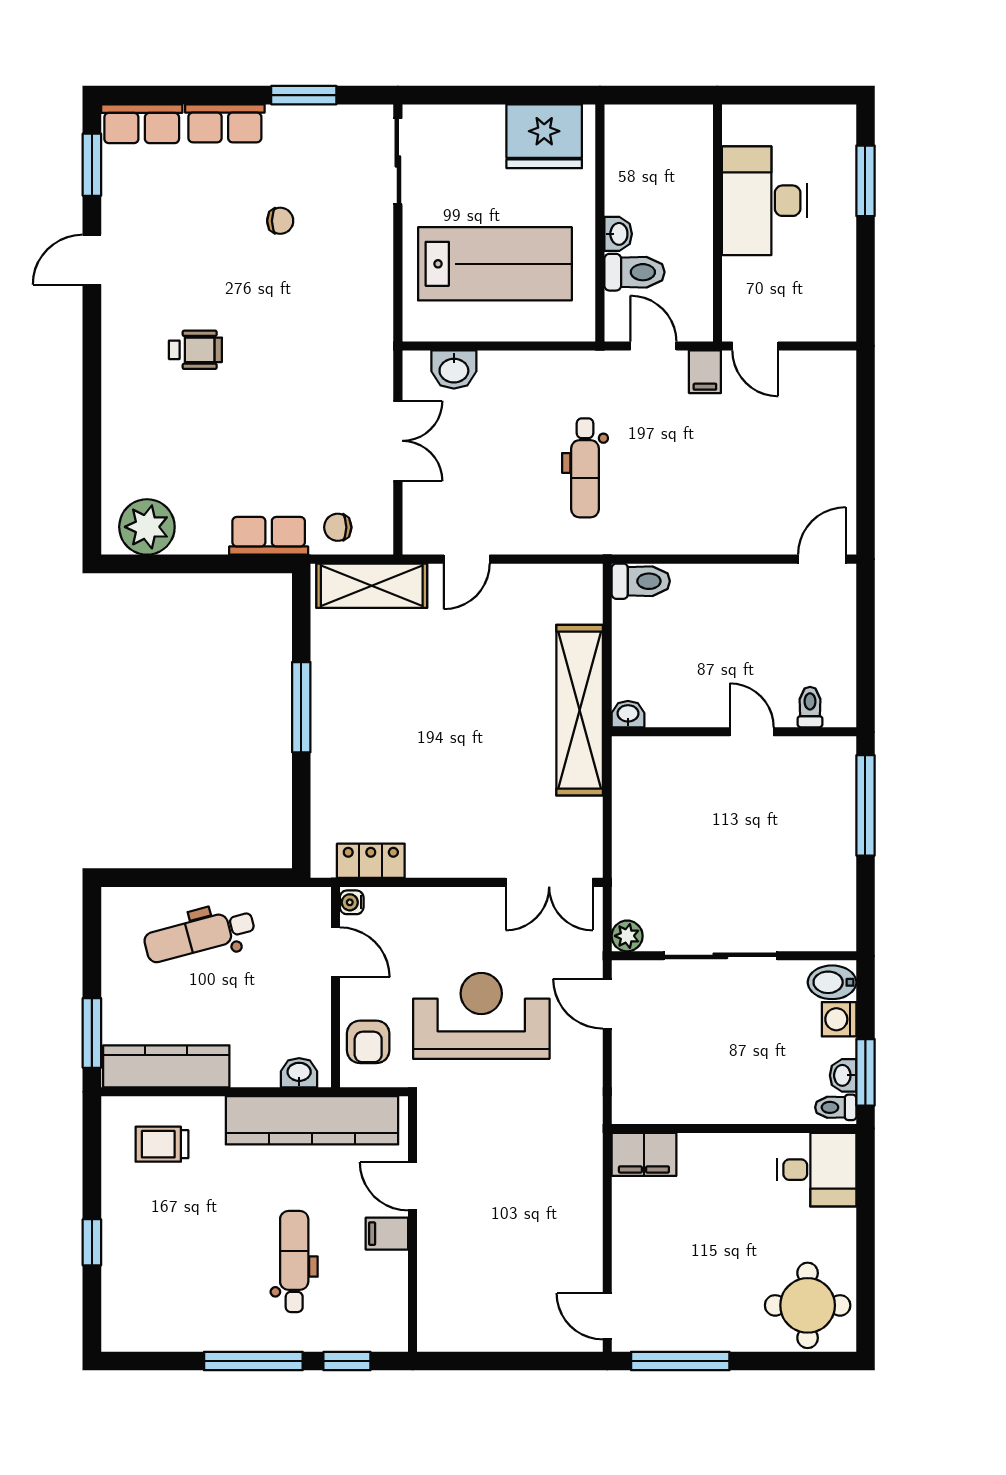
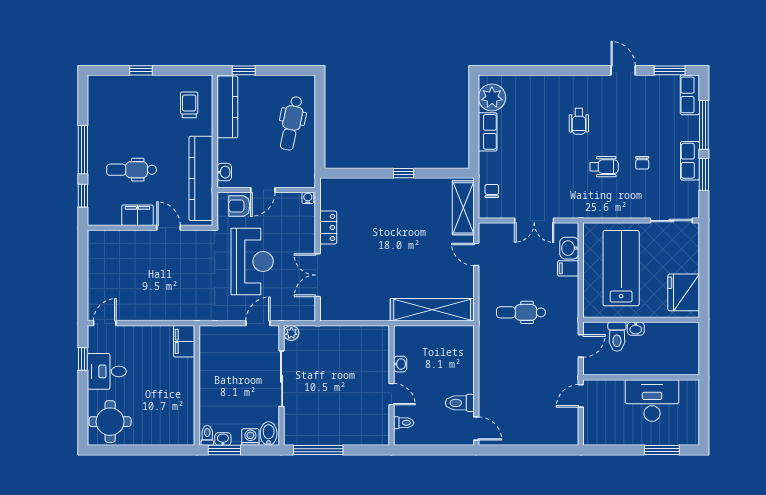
window: (203, 95) -> (704, 125), added
row of seats: (225, 123) -> (690, 161), moved
lab bench: (495, 264) -> (621, 268), turned 180
wheelchair: (288, 299) -> (604, 167), added
filing cabinet: (705, 372) -> (568, 268), moved
row of seats: (269, 536) -> (488, 132), moved
toilet: (641, 581) -> (460, 403), moved, turned 90
window: (301, 707) -> (404, 173), width x0.46
shelving: (580, 710) -> (432, 310), moved
washbasin: (628, 714) -> (400, 364), moved
door: (752, 732) -> (392, 394), hinge flipped
window: (865, 805) -> (318, 450), moved
locker: (371, 861) -> (328, 227), moved
double door: (549, 882) -> (318, 275), moved
dental chair: (199, 935) -> (292, 123), turned -153
door: (335, 952) -> (263, 190), moved
window: (92, 1033) -> (244, 70), width x0.67
desk: (817, 1170) -> (107, 371), moved, turned 90
door: (413, 1186) -> (169, 228), hinge flipped
filing cabinet: (387, 1234) -> (137, 215), width x2.00
dental chair: (294, 1261) -> (132, 170), turned 180
window: (680, 1361) -> (83, 359), width x0.46

